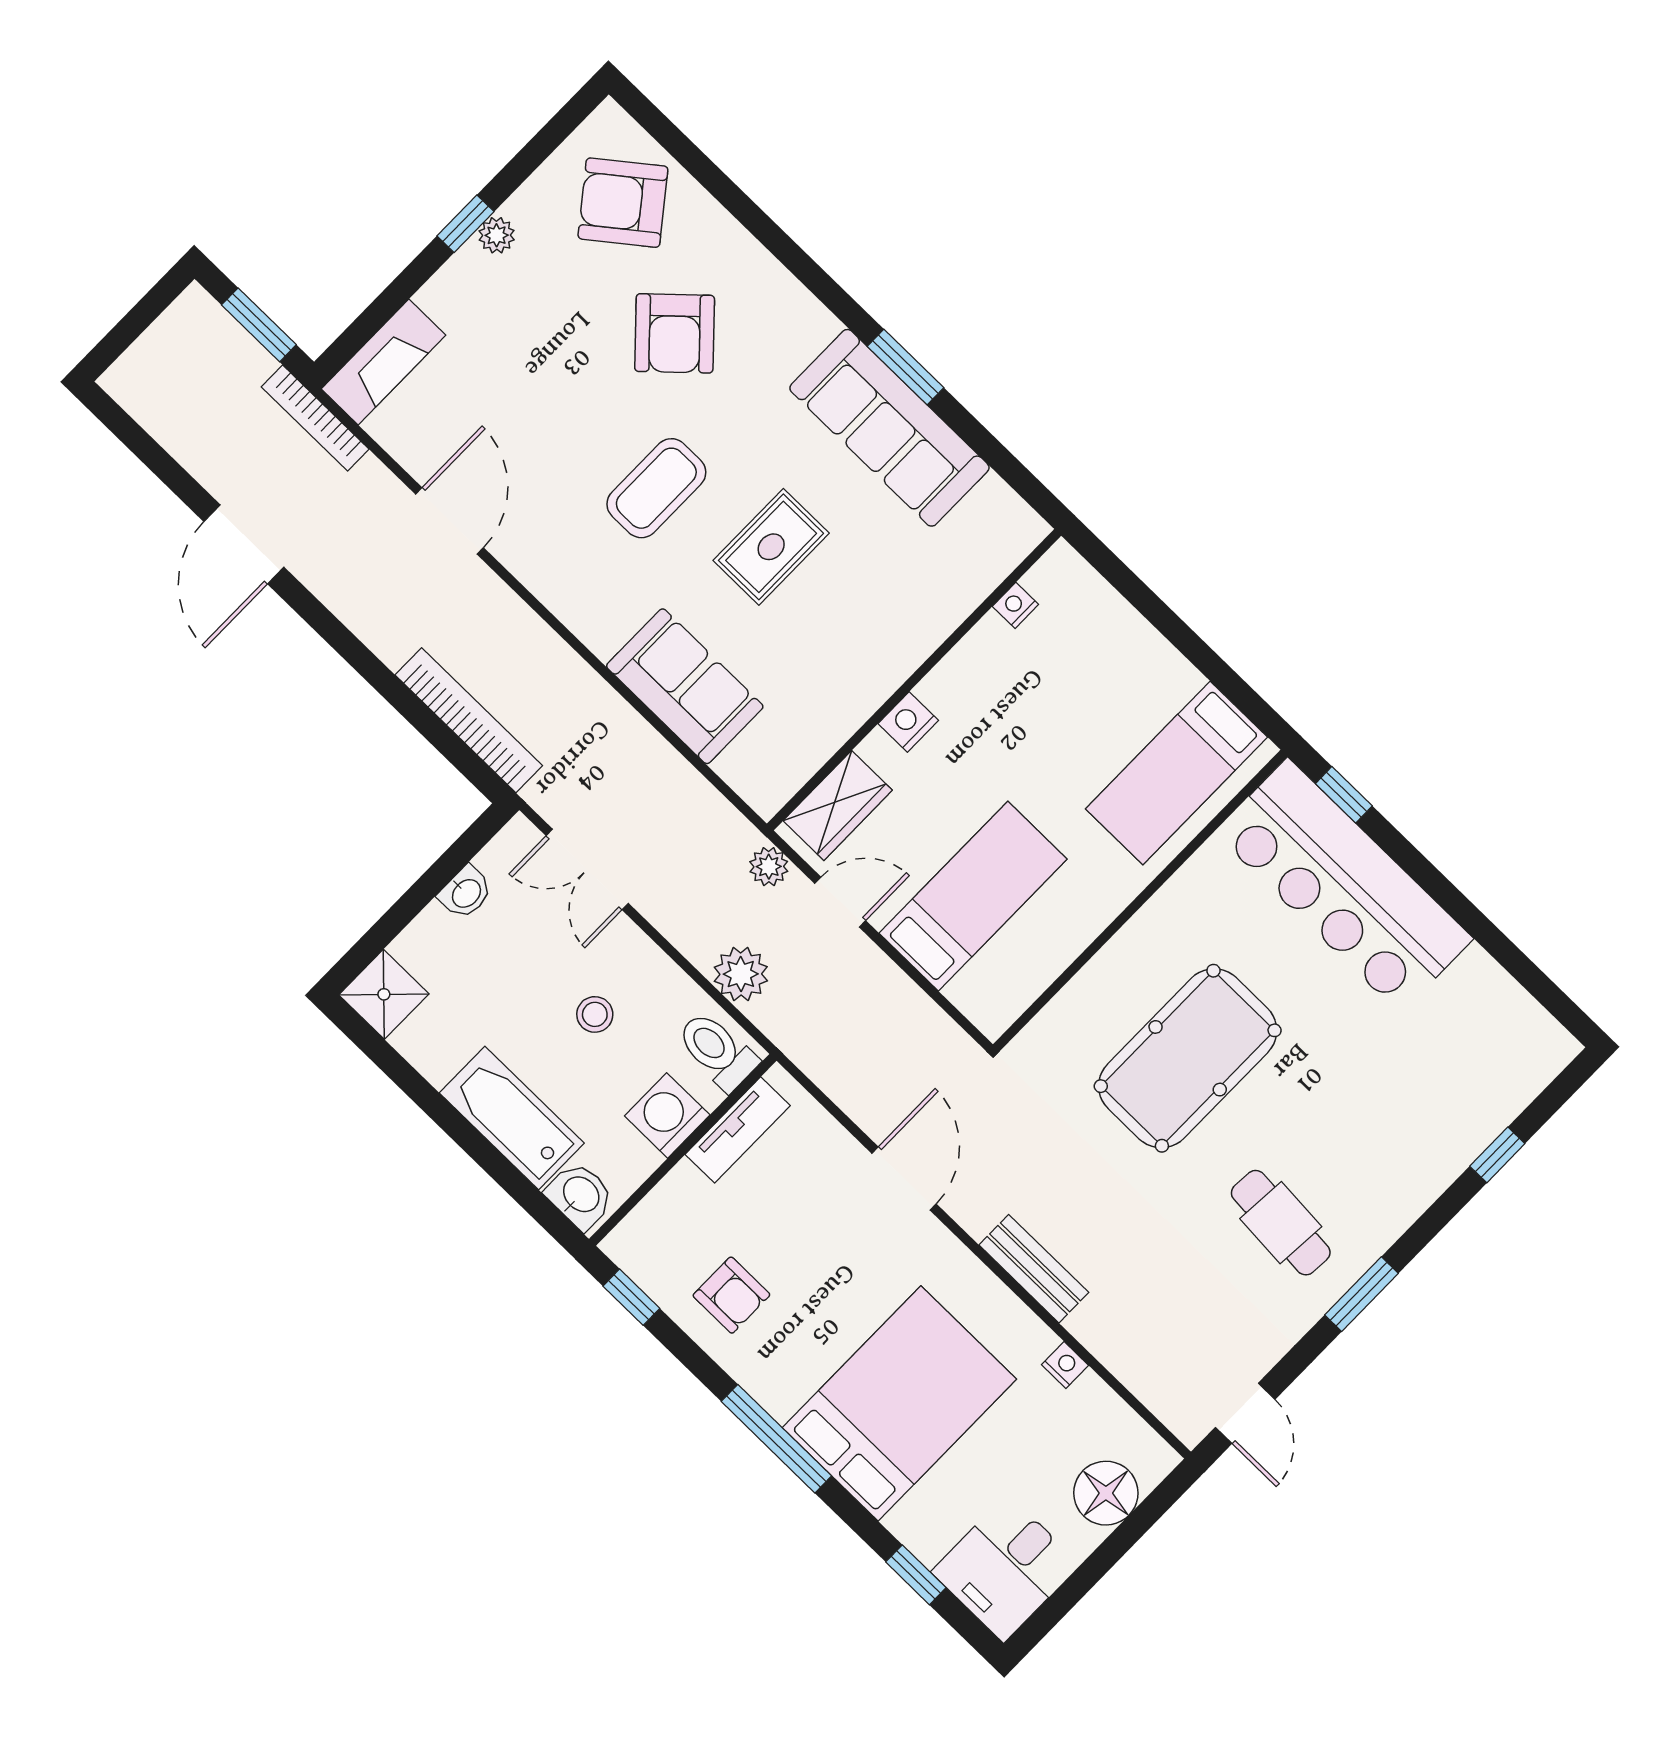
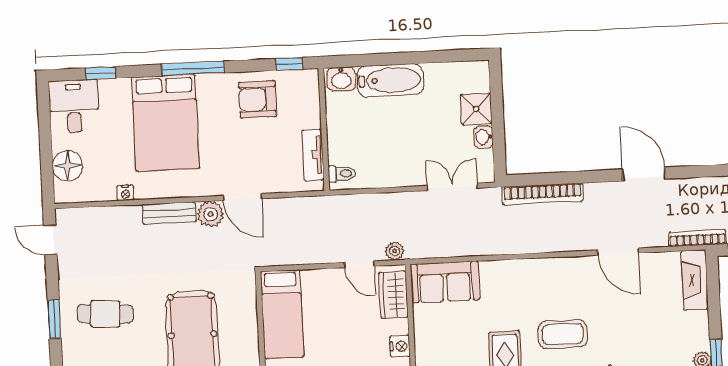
coffee table: (656, 488) -> (563, 334), turned 90
door: (244, 544) -> (644, 174), moved
sofa: (685, 686) -> (445, 282), moved
bed: (973, 896) -> (282, 314), moved
door: (840, 902) -> (359, 264), hinge flipped
plant: (741, 974) -> (211, 214), moved
shower: (384, 994) -> (476, 109), moved
stool: (595, 1014) -> (399, 143), removed
toilet: (717, 1051) -> (342, 174), width x0.73, depth x0.72
washing machine: (667, 1115) -> (341, 135), removed
armchair: (731, 1295) -> (258, 99), width x1.38, depth x1.38

